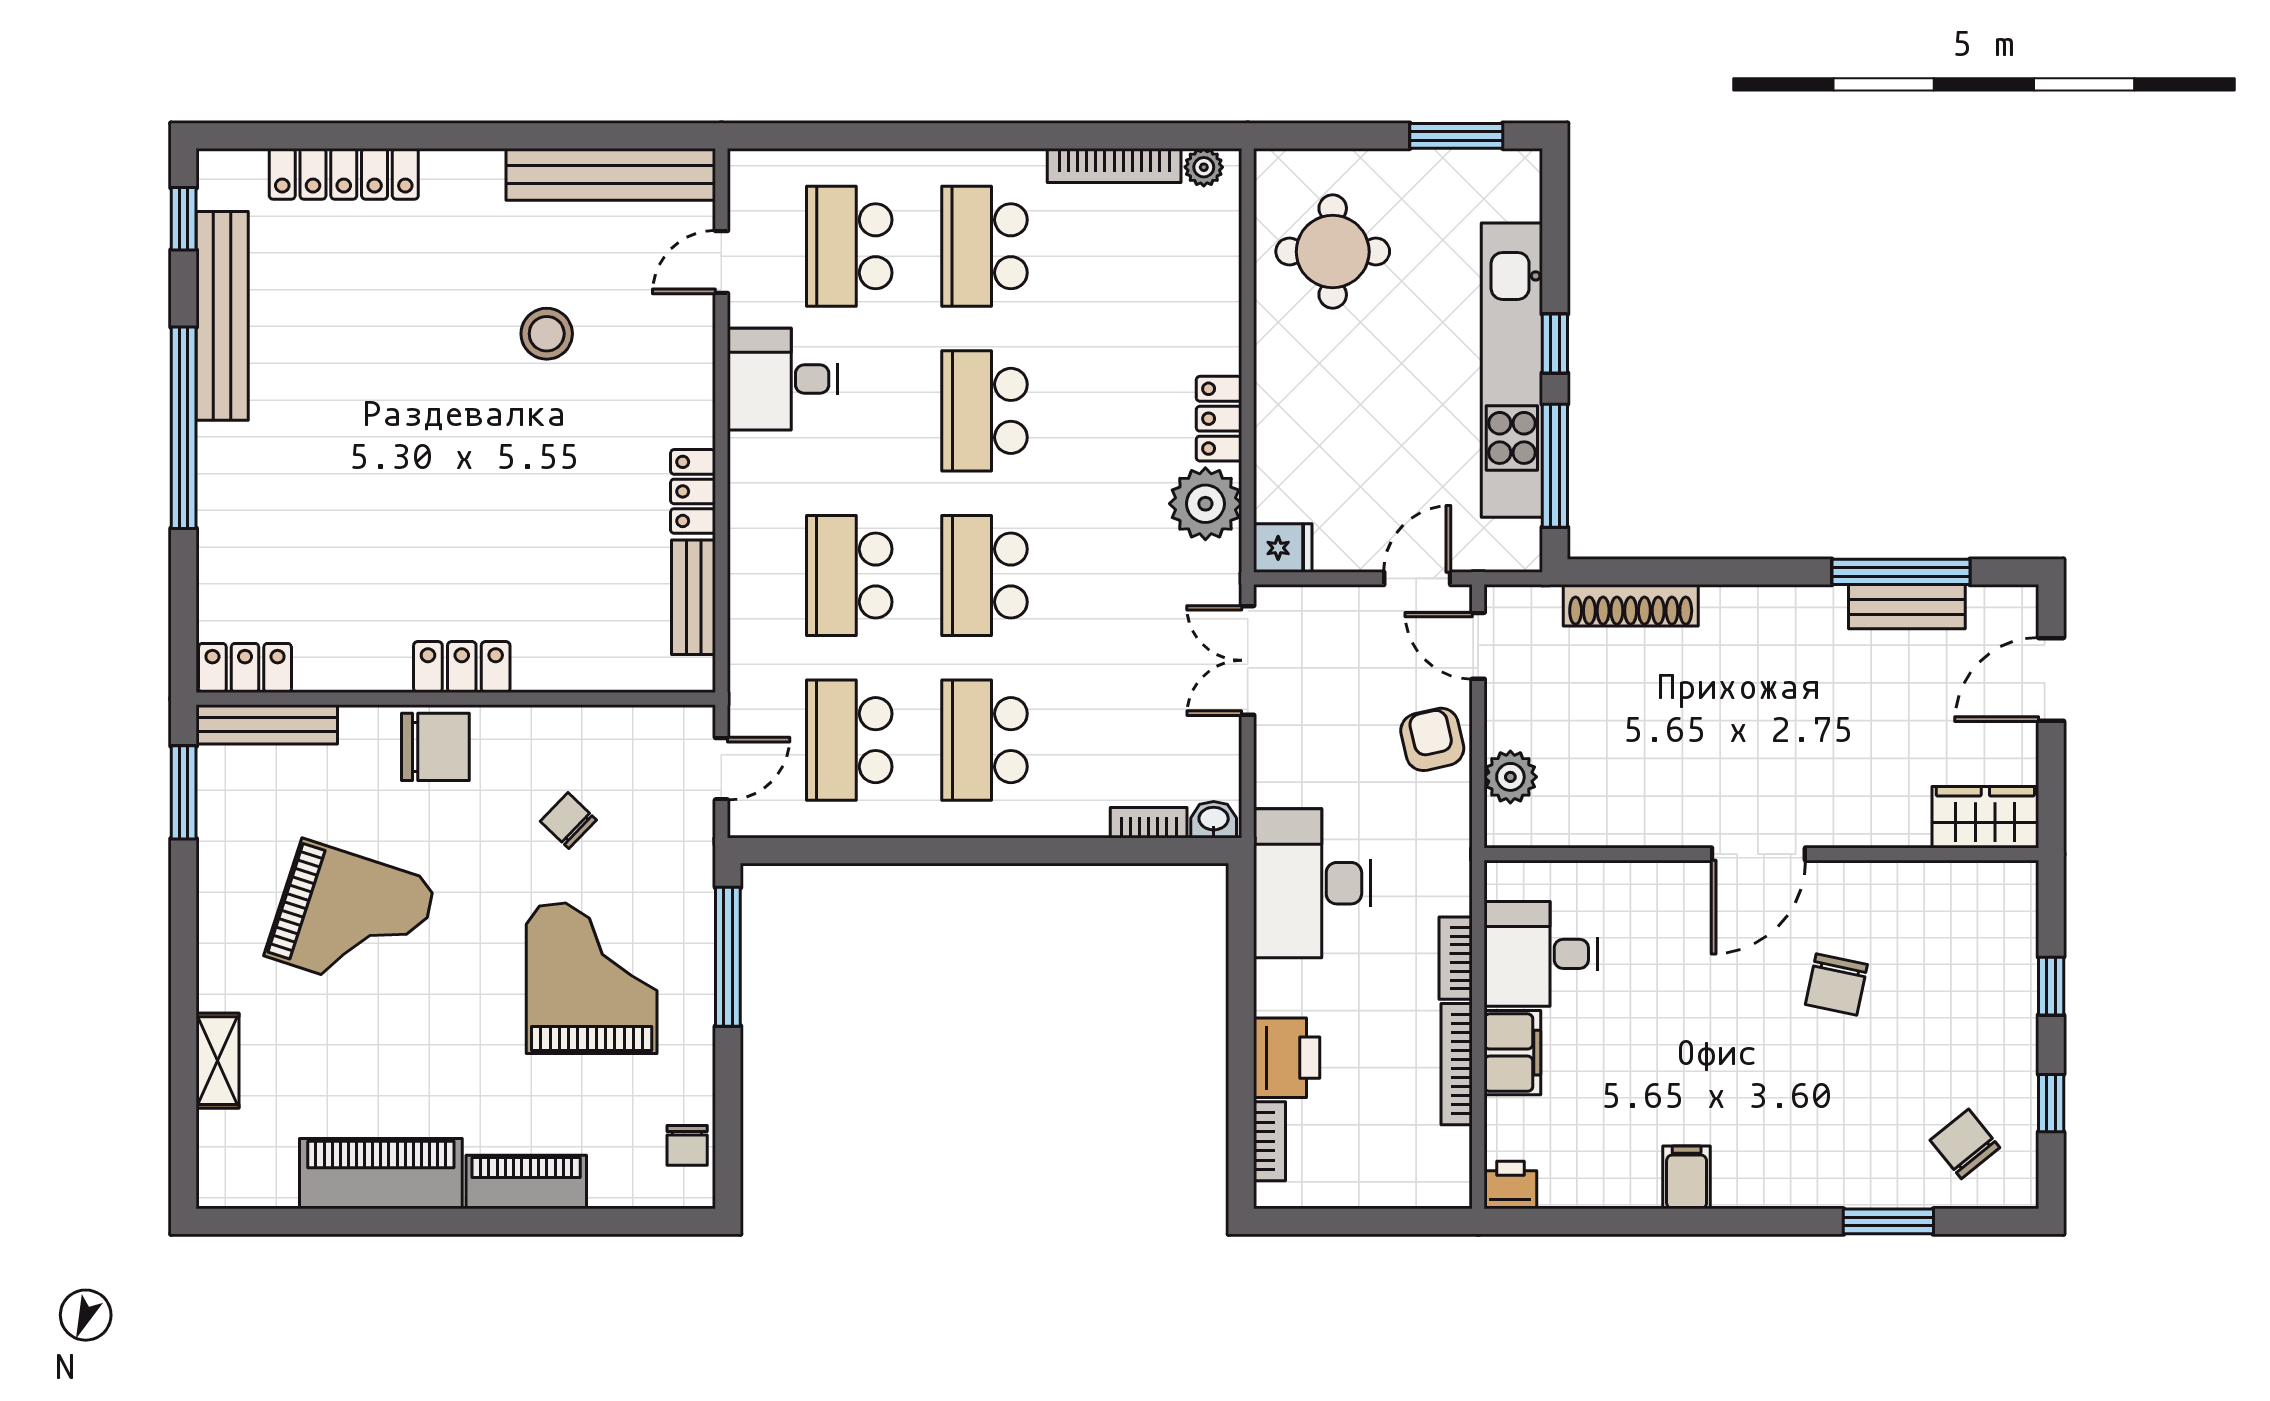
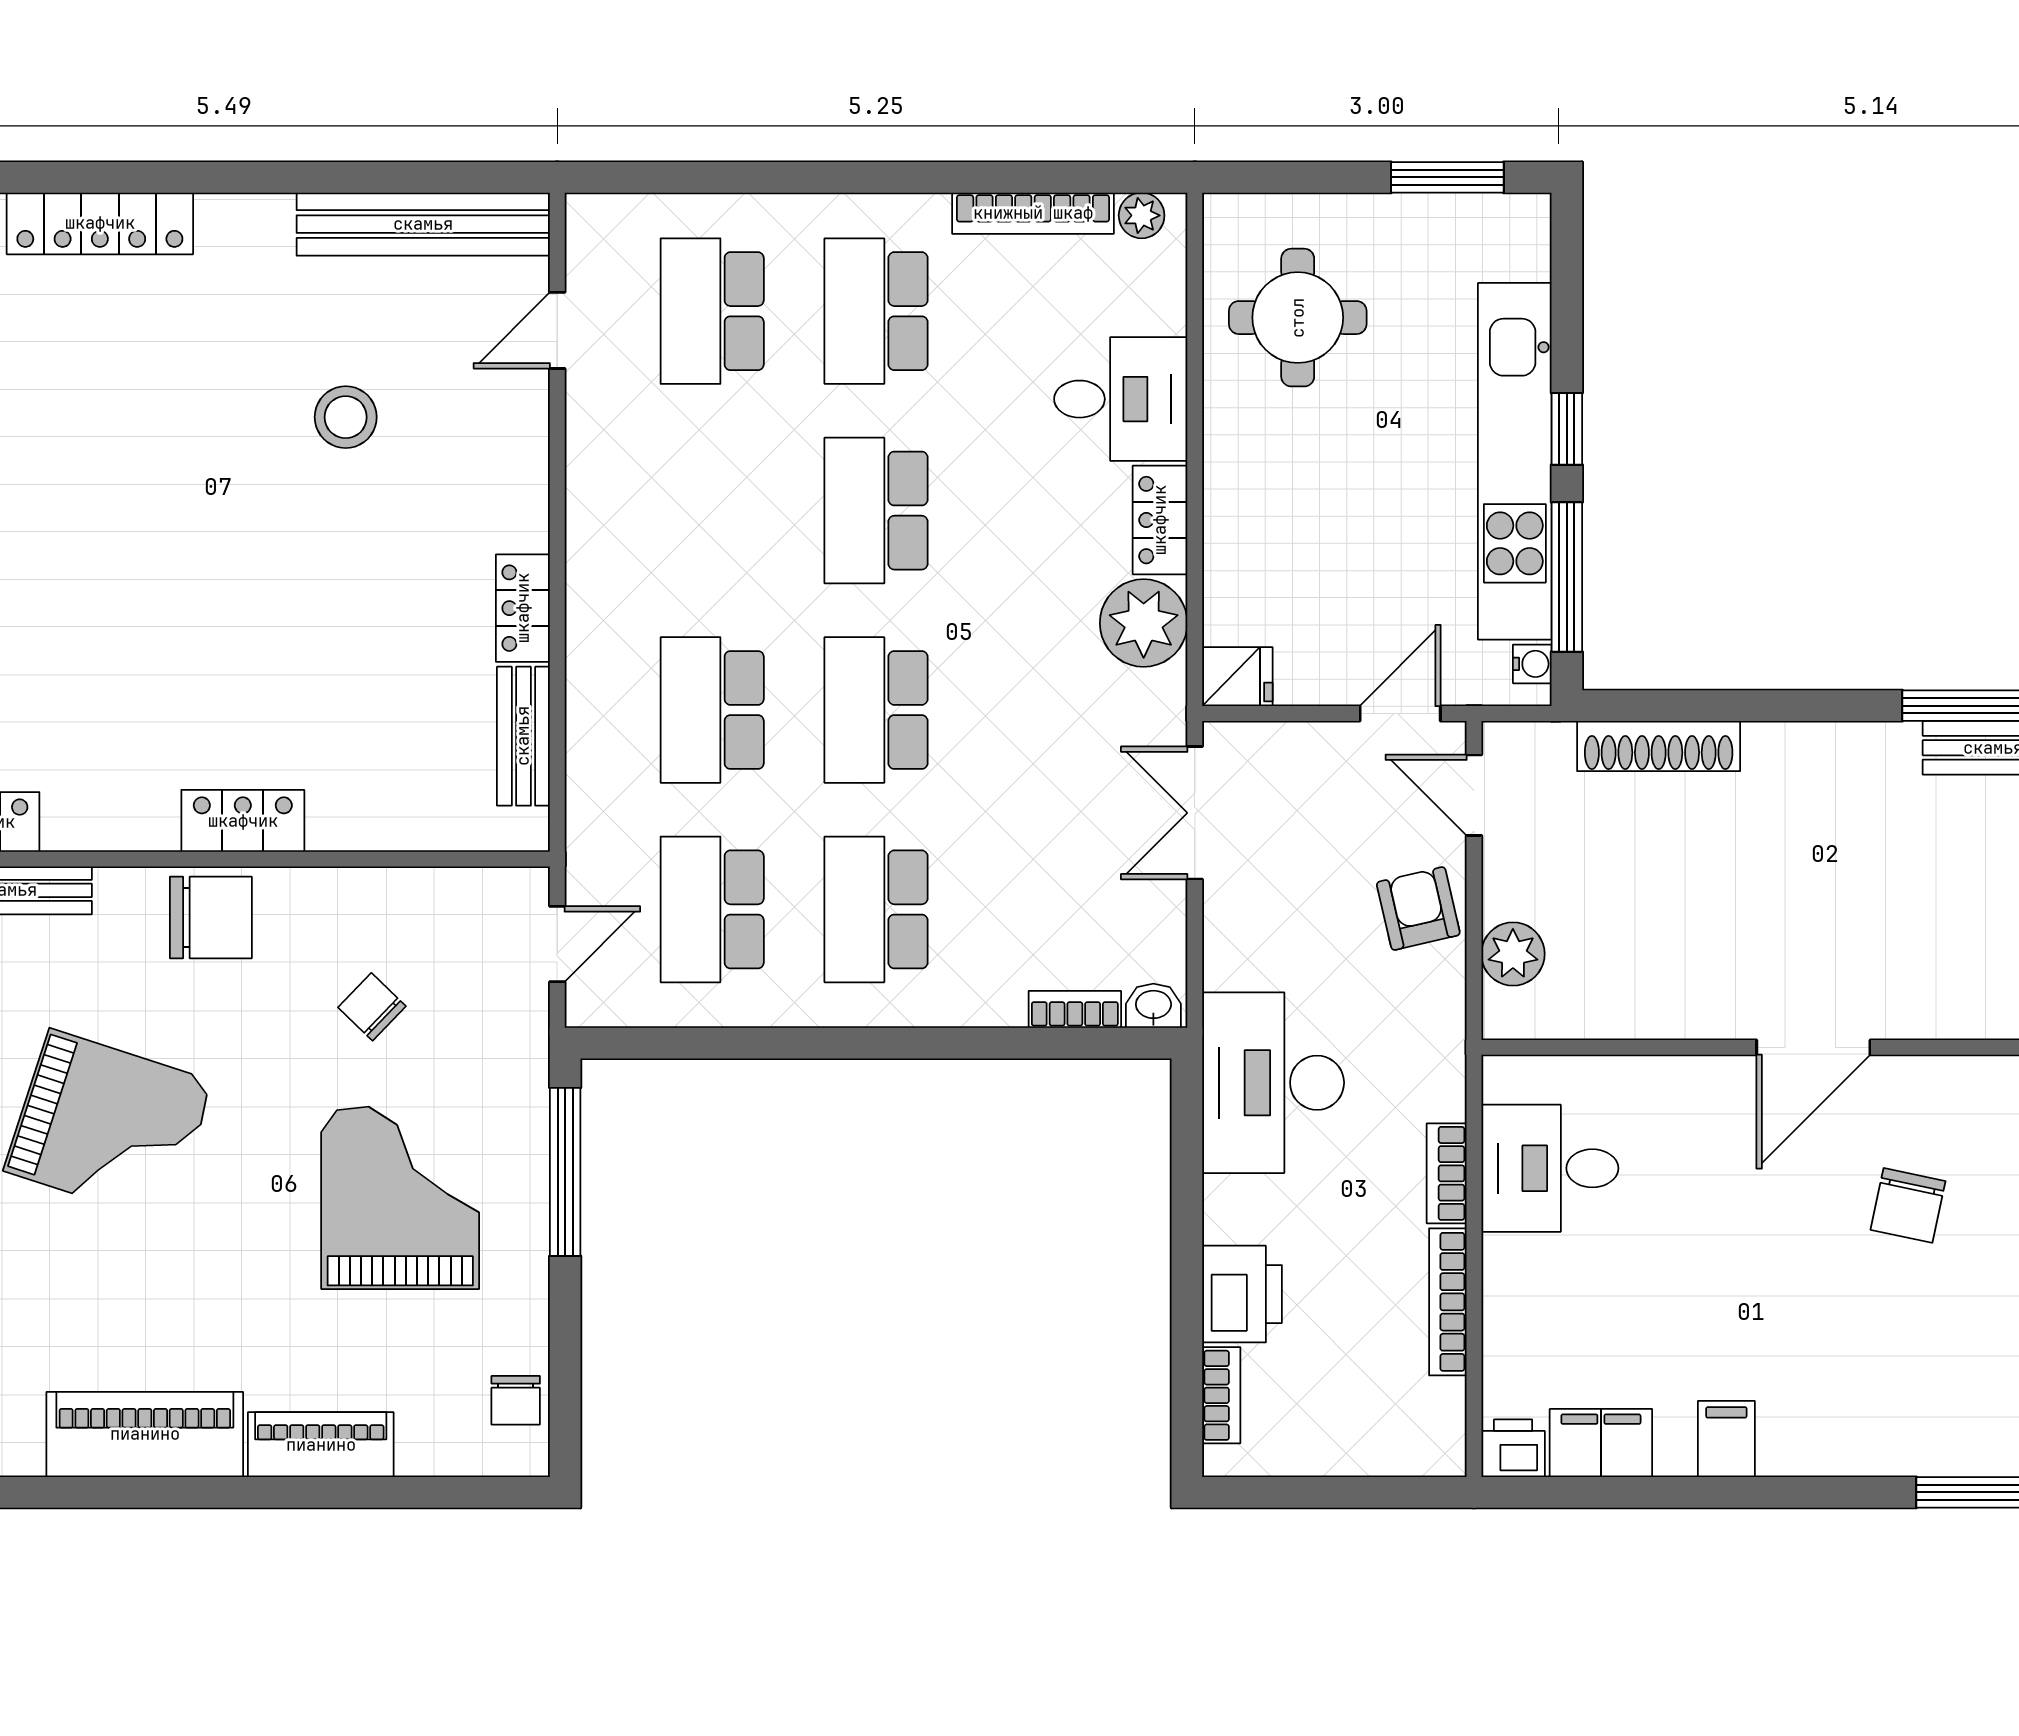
desk: (782, 379) -> (1121, 399), moved, turned 180
water cooler: (1526, 537) -> (1532, 664), added
filing cabinet: (1512, 1053) -> (1601, 1443), moved, turned -90

